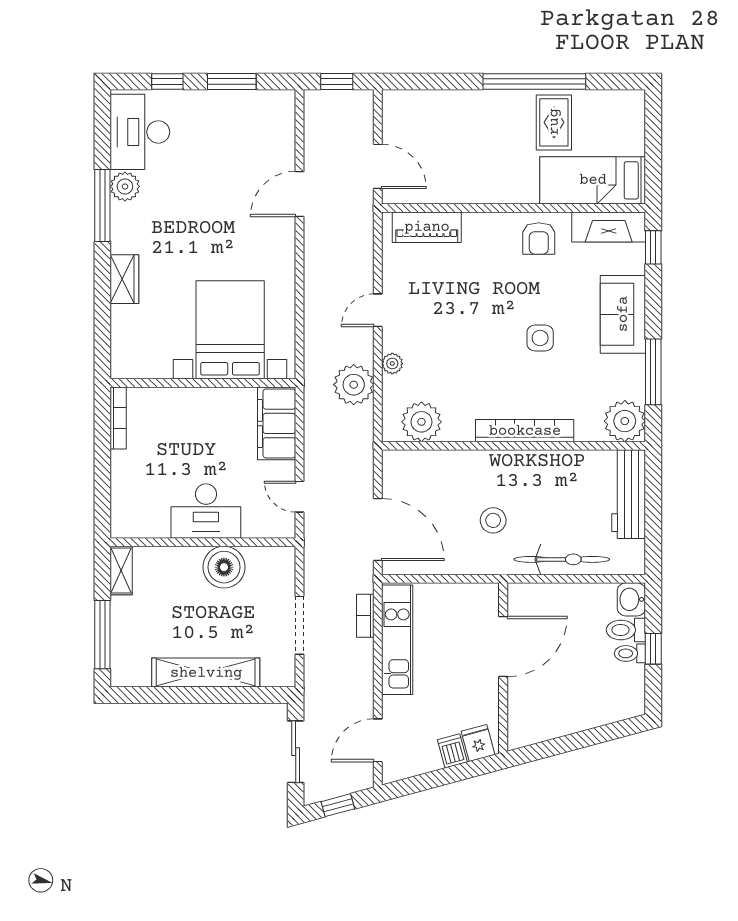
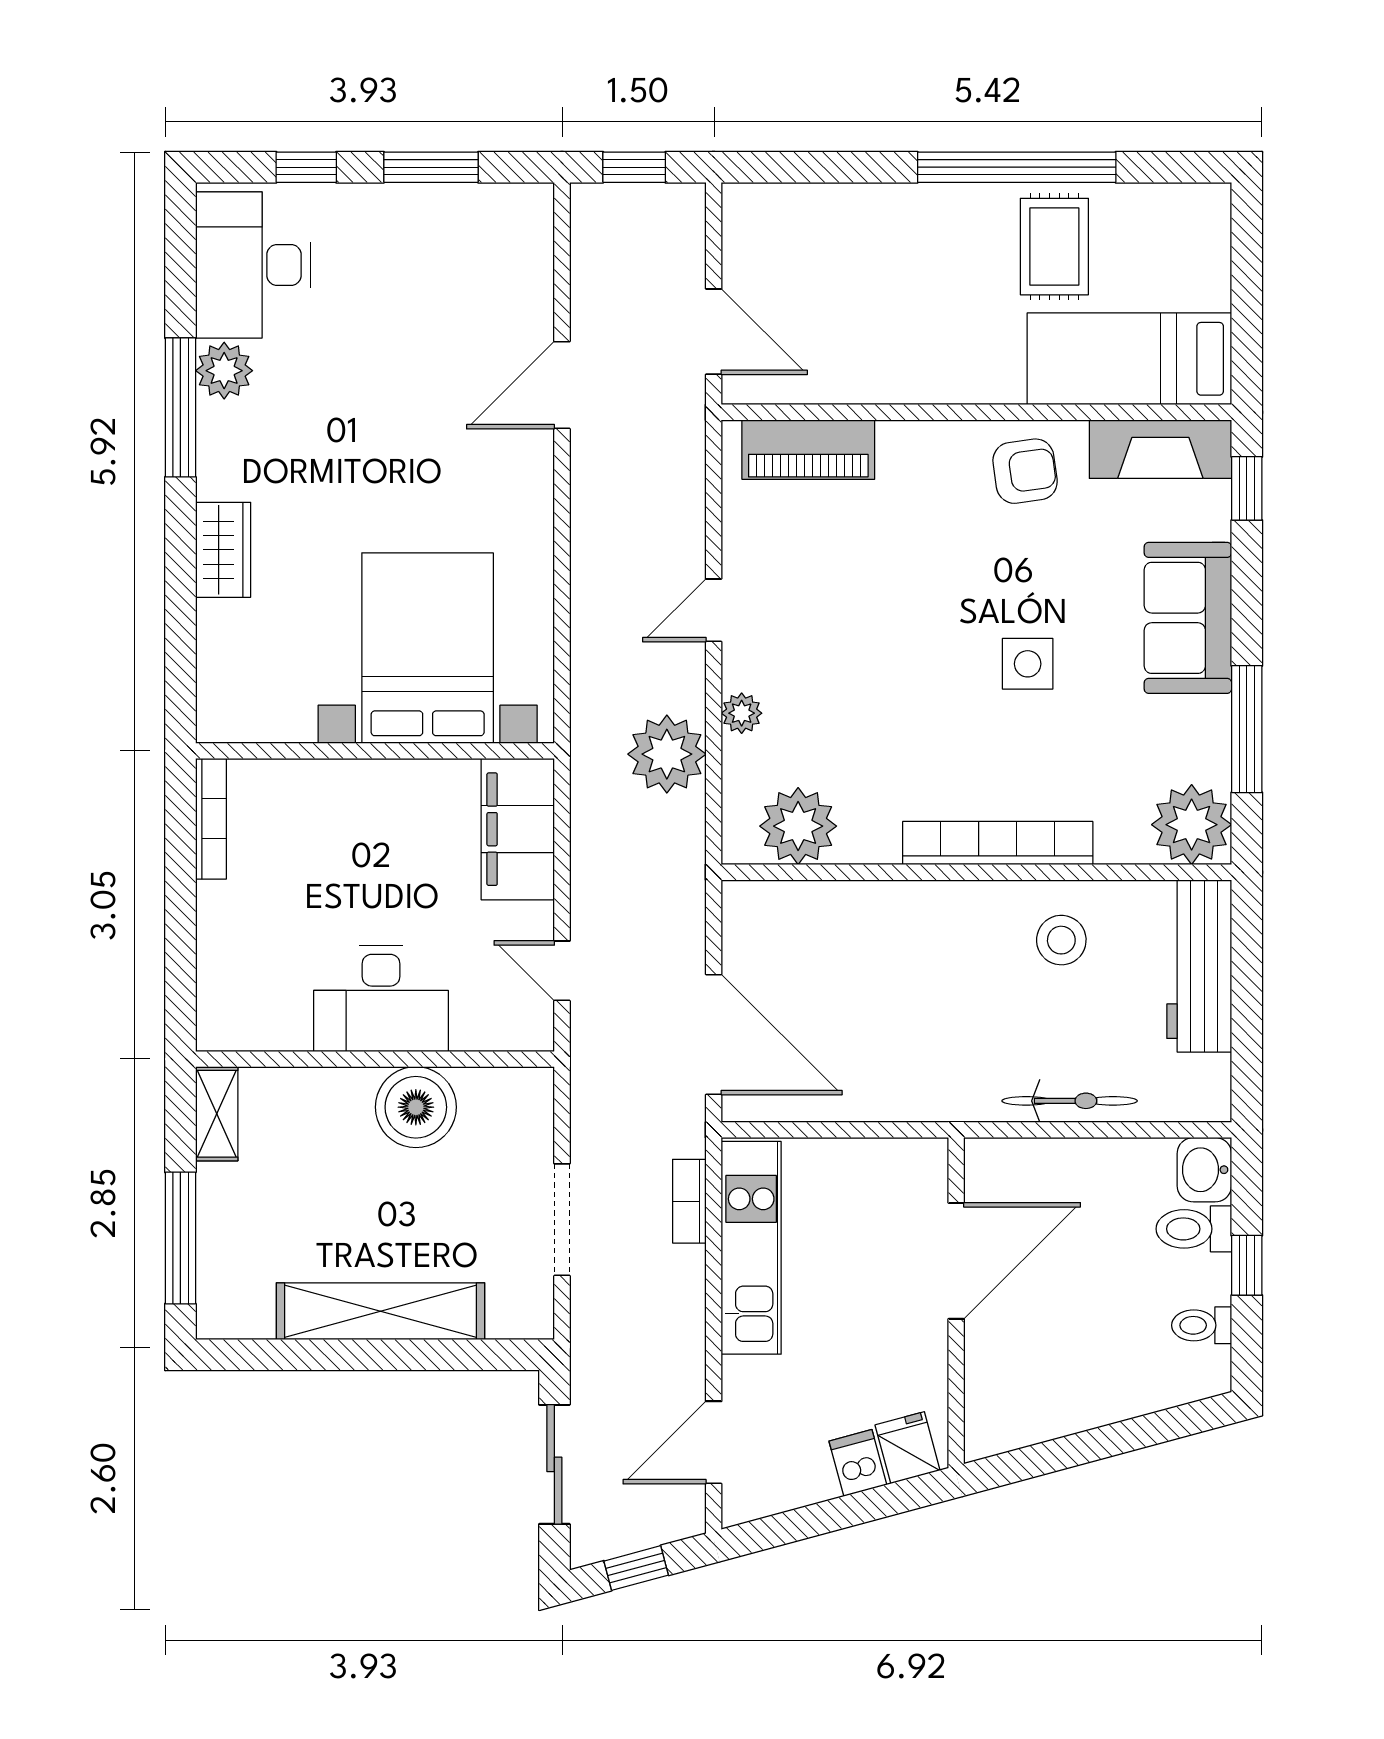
armchair: (539, 238) -> (1025, 471), turned -98
stool: (493, 520) -> (1061, 940), moved
bicycle: (562, 559) -> (1070, 1101), width x0.73, depth x0.71
toilet: (630, 653) -> (1202, 1325), moved

